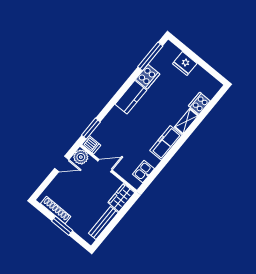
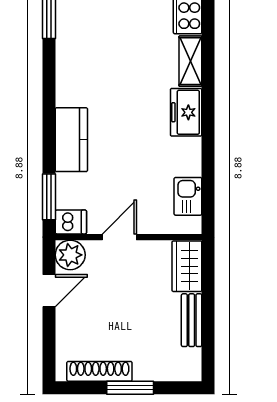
cooker: (148, 77) -> (71, 41), removed
kitchen counter: (131, 97) -> (71, 140), moved
freezer: (166, 143) -> (186, 112), width x0.71
bench: (103, 223) -> (192, 320), width x0.73

